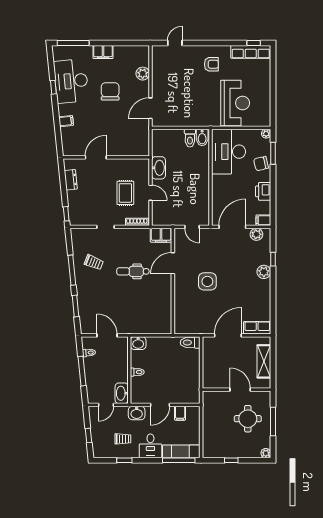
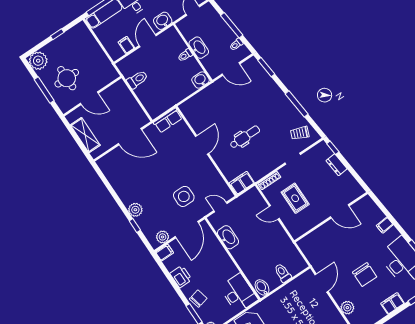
toilet: (190, 138) -> (283, 273), moved
desk: (229, 152) -> (239, 293), width x0.73, depth x0.77
door: (96, 157) -> (340, 211), hinge flipped
washbasin: (159, 168) -> (228, 237), moved, turned 180
dresser: (71, 180) -> (337, 165), moved
trolley: (94, 262) -> (300, 133), moved
door: (173, 263) -> (202, 145), moved
side table: (207, 281) -> (184, 196), moved
window: (75, 306) -> (266, 67), moved
row of seats: (257, 328) -> (168, 120), moved
door: (228, 335) -> (130, 137), hinge flipped
toilet: (190, 343) -> (137, 79), moved
washbasin: (122, 393) -> (199, 48), moved
plant: (266, 453) -> (38, 61), width x1.87, depth x1.87

